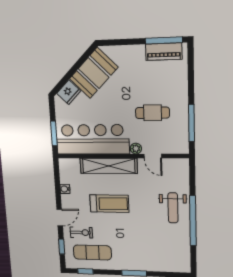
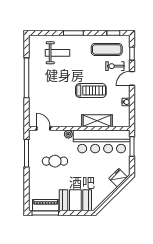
booth: (94, 73) -> (75, 200), moved, turned 45
door: (153, 156) -> (43, 128), moved
shelving: (109, 166) -> (97, 121), width x0.68
treadmill: (109, 204) -> (91, 91), turned 180
weight bench: (173, 208) -> (57, 53), moved, turned 90

